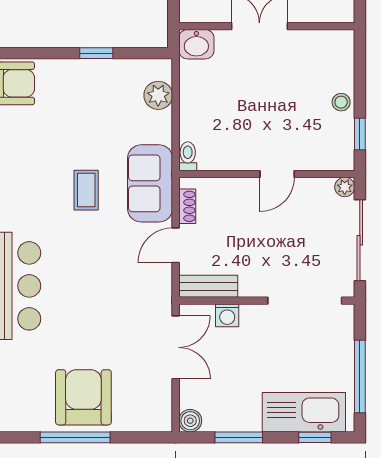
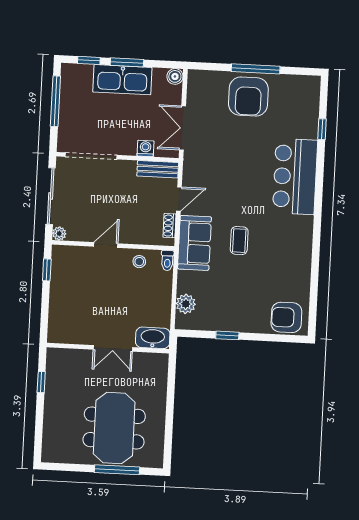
washbasin: (196, 44) -> (153, 338), width x1.38
stool: (341, 102) -> (139, 262), moved
kitchen sink: (304, 412) -> (122, 80), moved
window: (239, 437) -> (127, 62), moved

